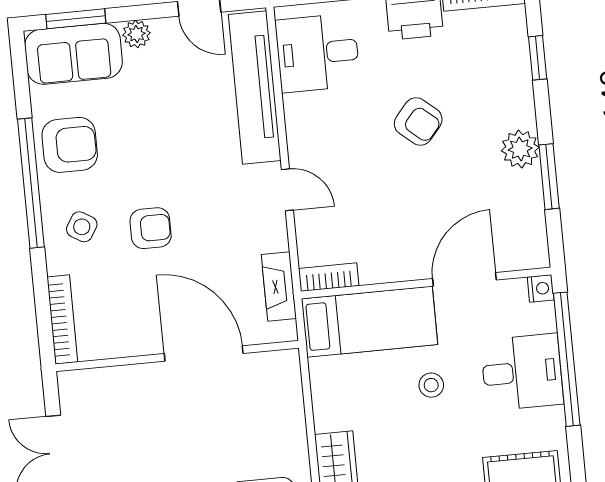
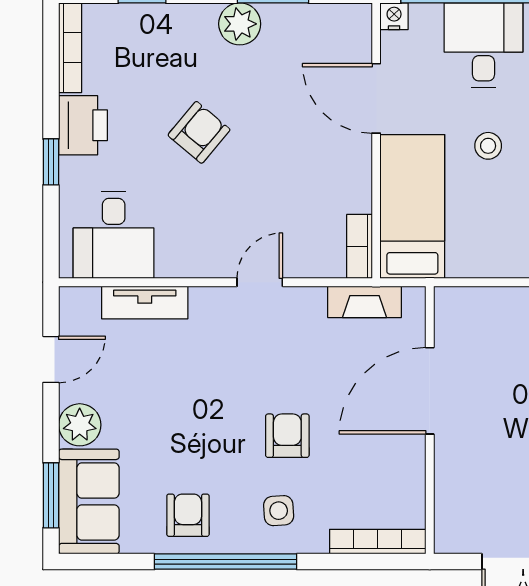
plant: (136, 34) -> (80, 425), width x1.38, depth x1.38
tv unit: (255, 88) -> (145, 303), width x0.52, depth x0.78
armchair: (70, 145) -> (188, 515), width x0.72, depth x0.72
side table: (82, 227) -> (279, 511), turned -35

